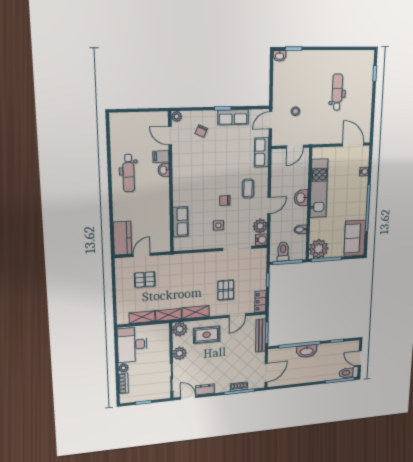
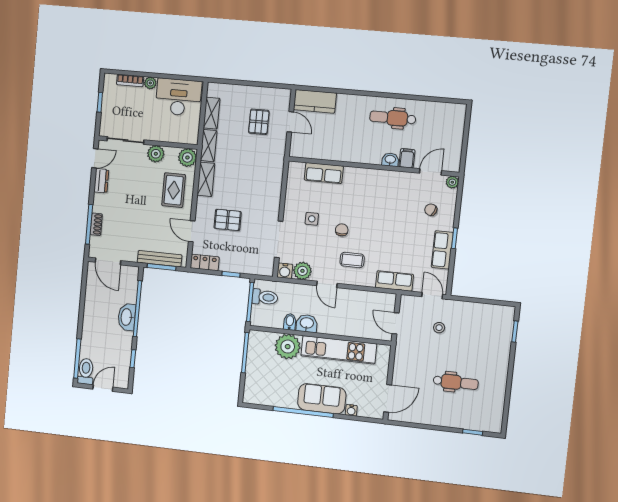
washbasin: (280, 56) -> (508, 313), removed
washbasin: (301, 198) -> (307, 323), moved
sofa: (355, 238) -> (322, 399), moved
plant: (319, 249) -> (288, 347), moved

